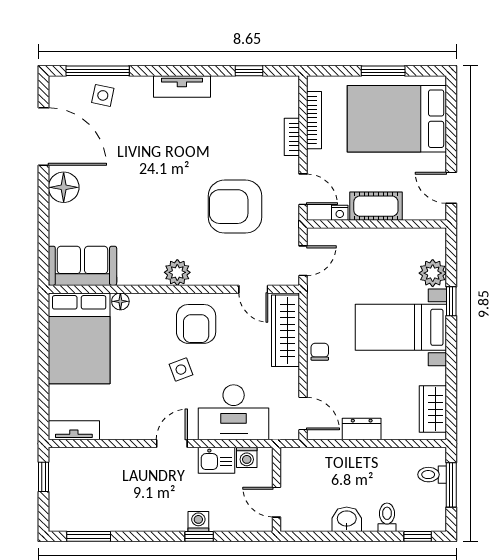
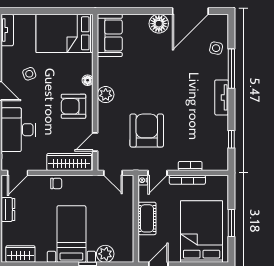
window: (98, 71) -> (231, 69), moved
bookcase: (314, 120) -> (187, 180), moved
nightstand: (340, 213) -> (143, 180), moved
floor lamp: (120, 301) -> (88, 80), moved
side table: (181, 370) -> (29, 74), moved

